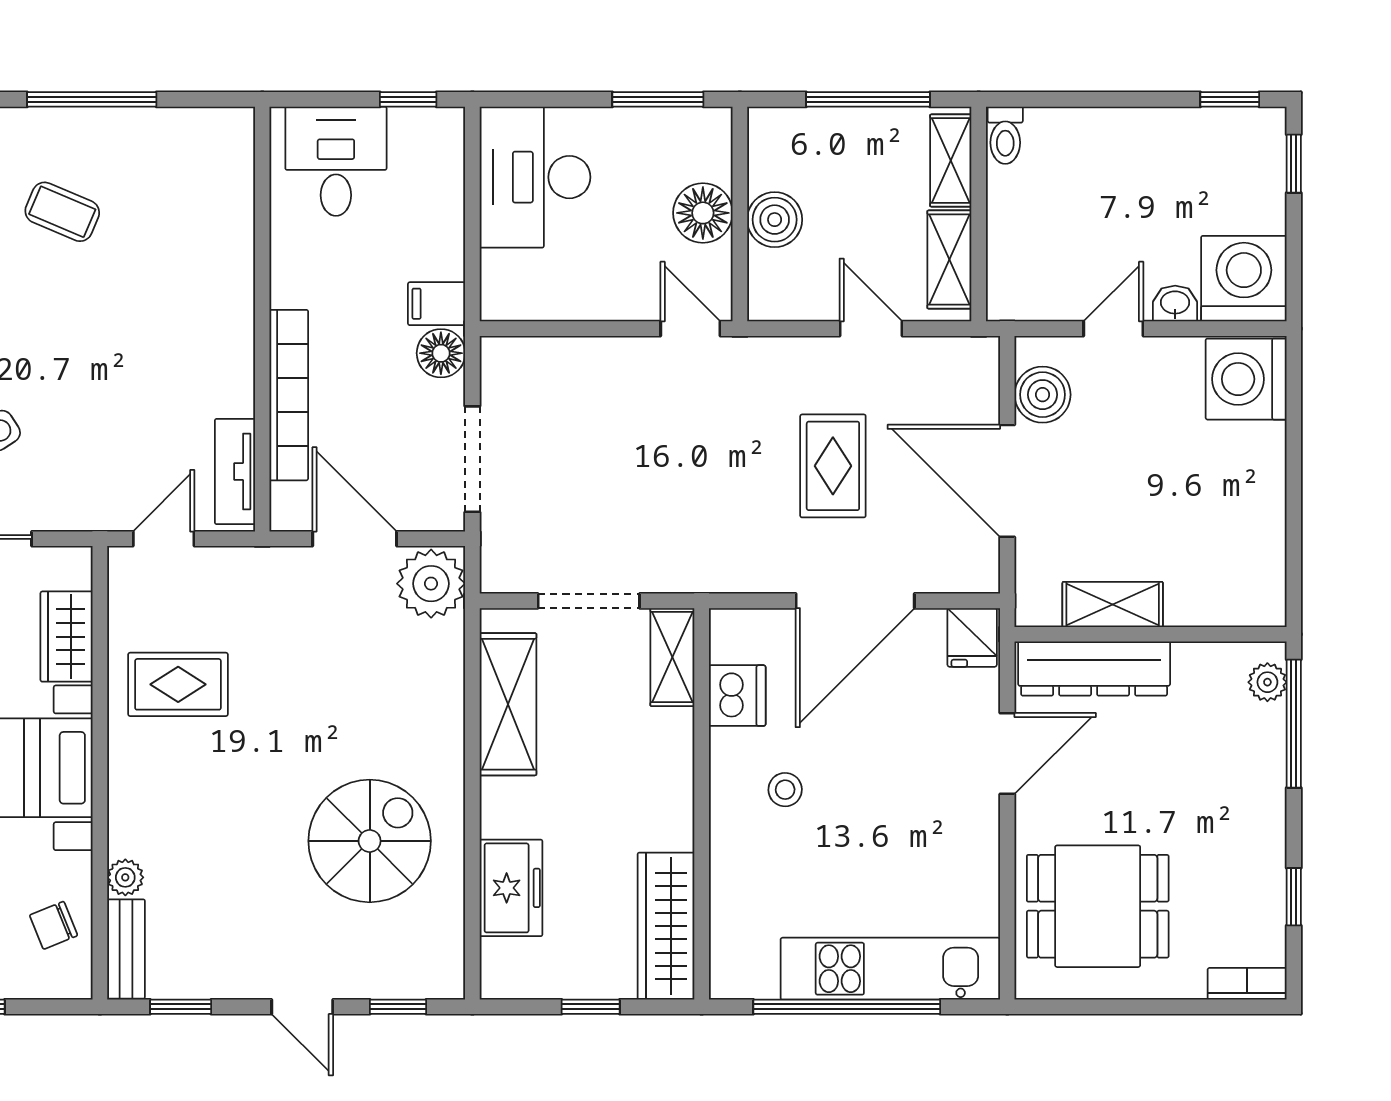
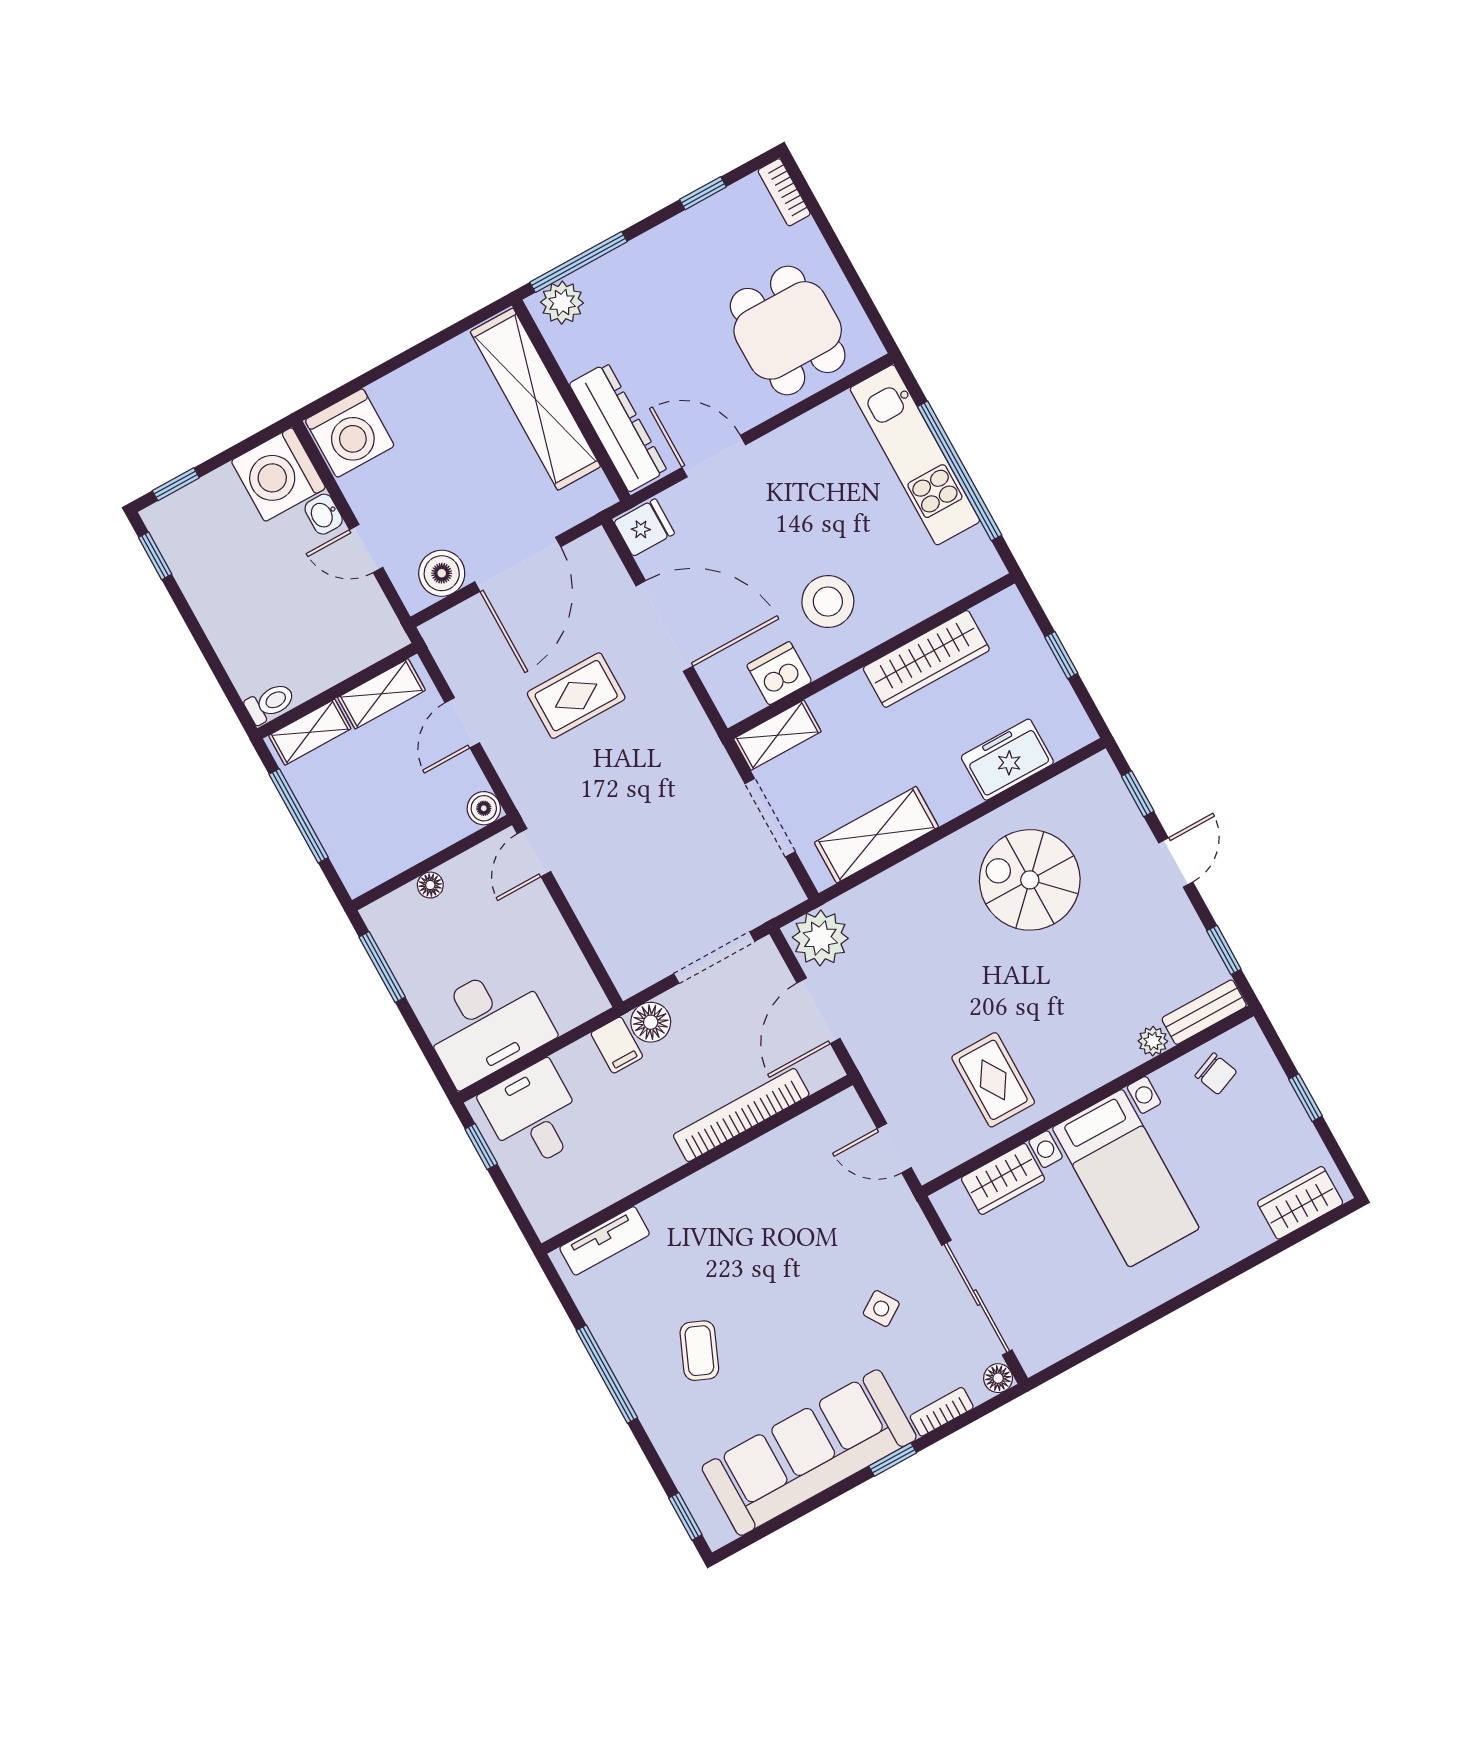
desk: (336, 161) -> (533, 1115), moved, turned 90
floor lamp: (703, 213) -> (430, 885), width x0.53, depth x0.53
boiler: (775, 220) -> (484, 808), moved, width x0.73, depth x0.73
tv unit: (235, 471) -> (605, 1241), moved
shelving: (1113, 604) -> (535, 399), width x2.20, depth x1.33
plant: (1267, 682) -> (562, 303), width x1.38, depth x1.38
stool: (785, 790) -> (828, 602), width x1.89, depth x1.89
wardrobe: (666, 926) -> (926, 659), moved

